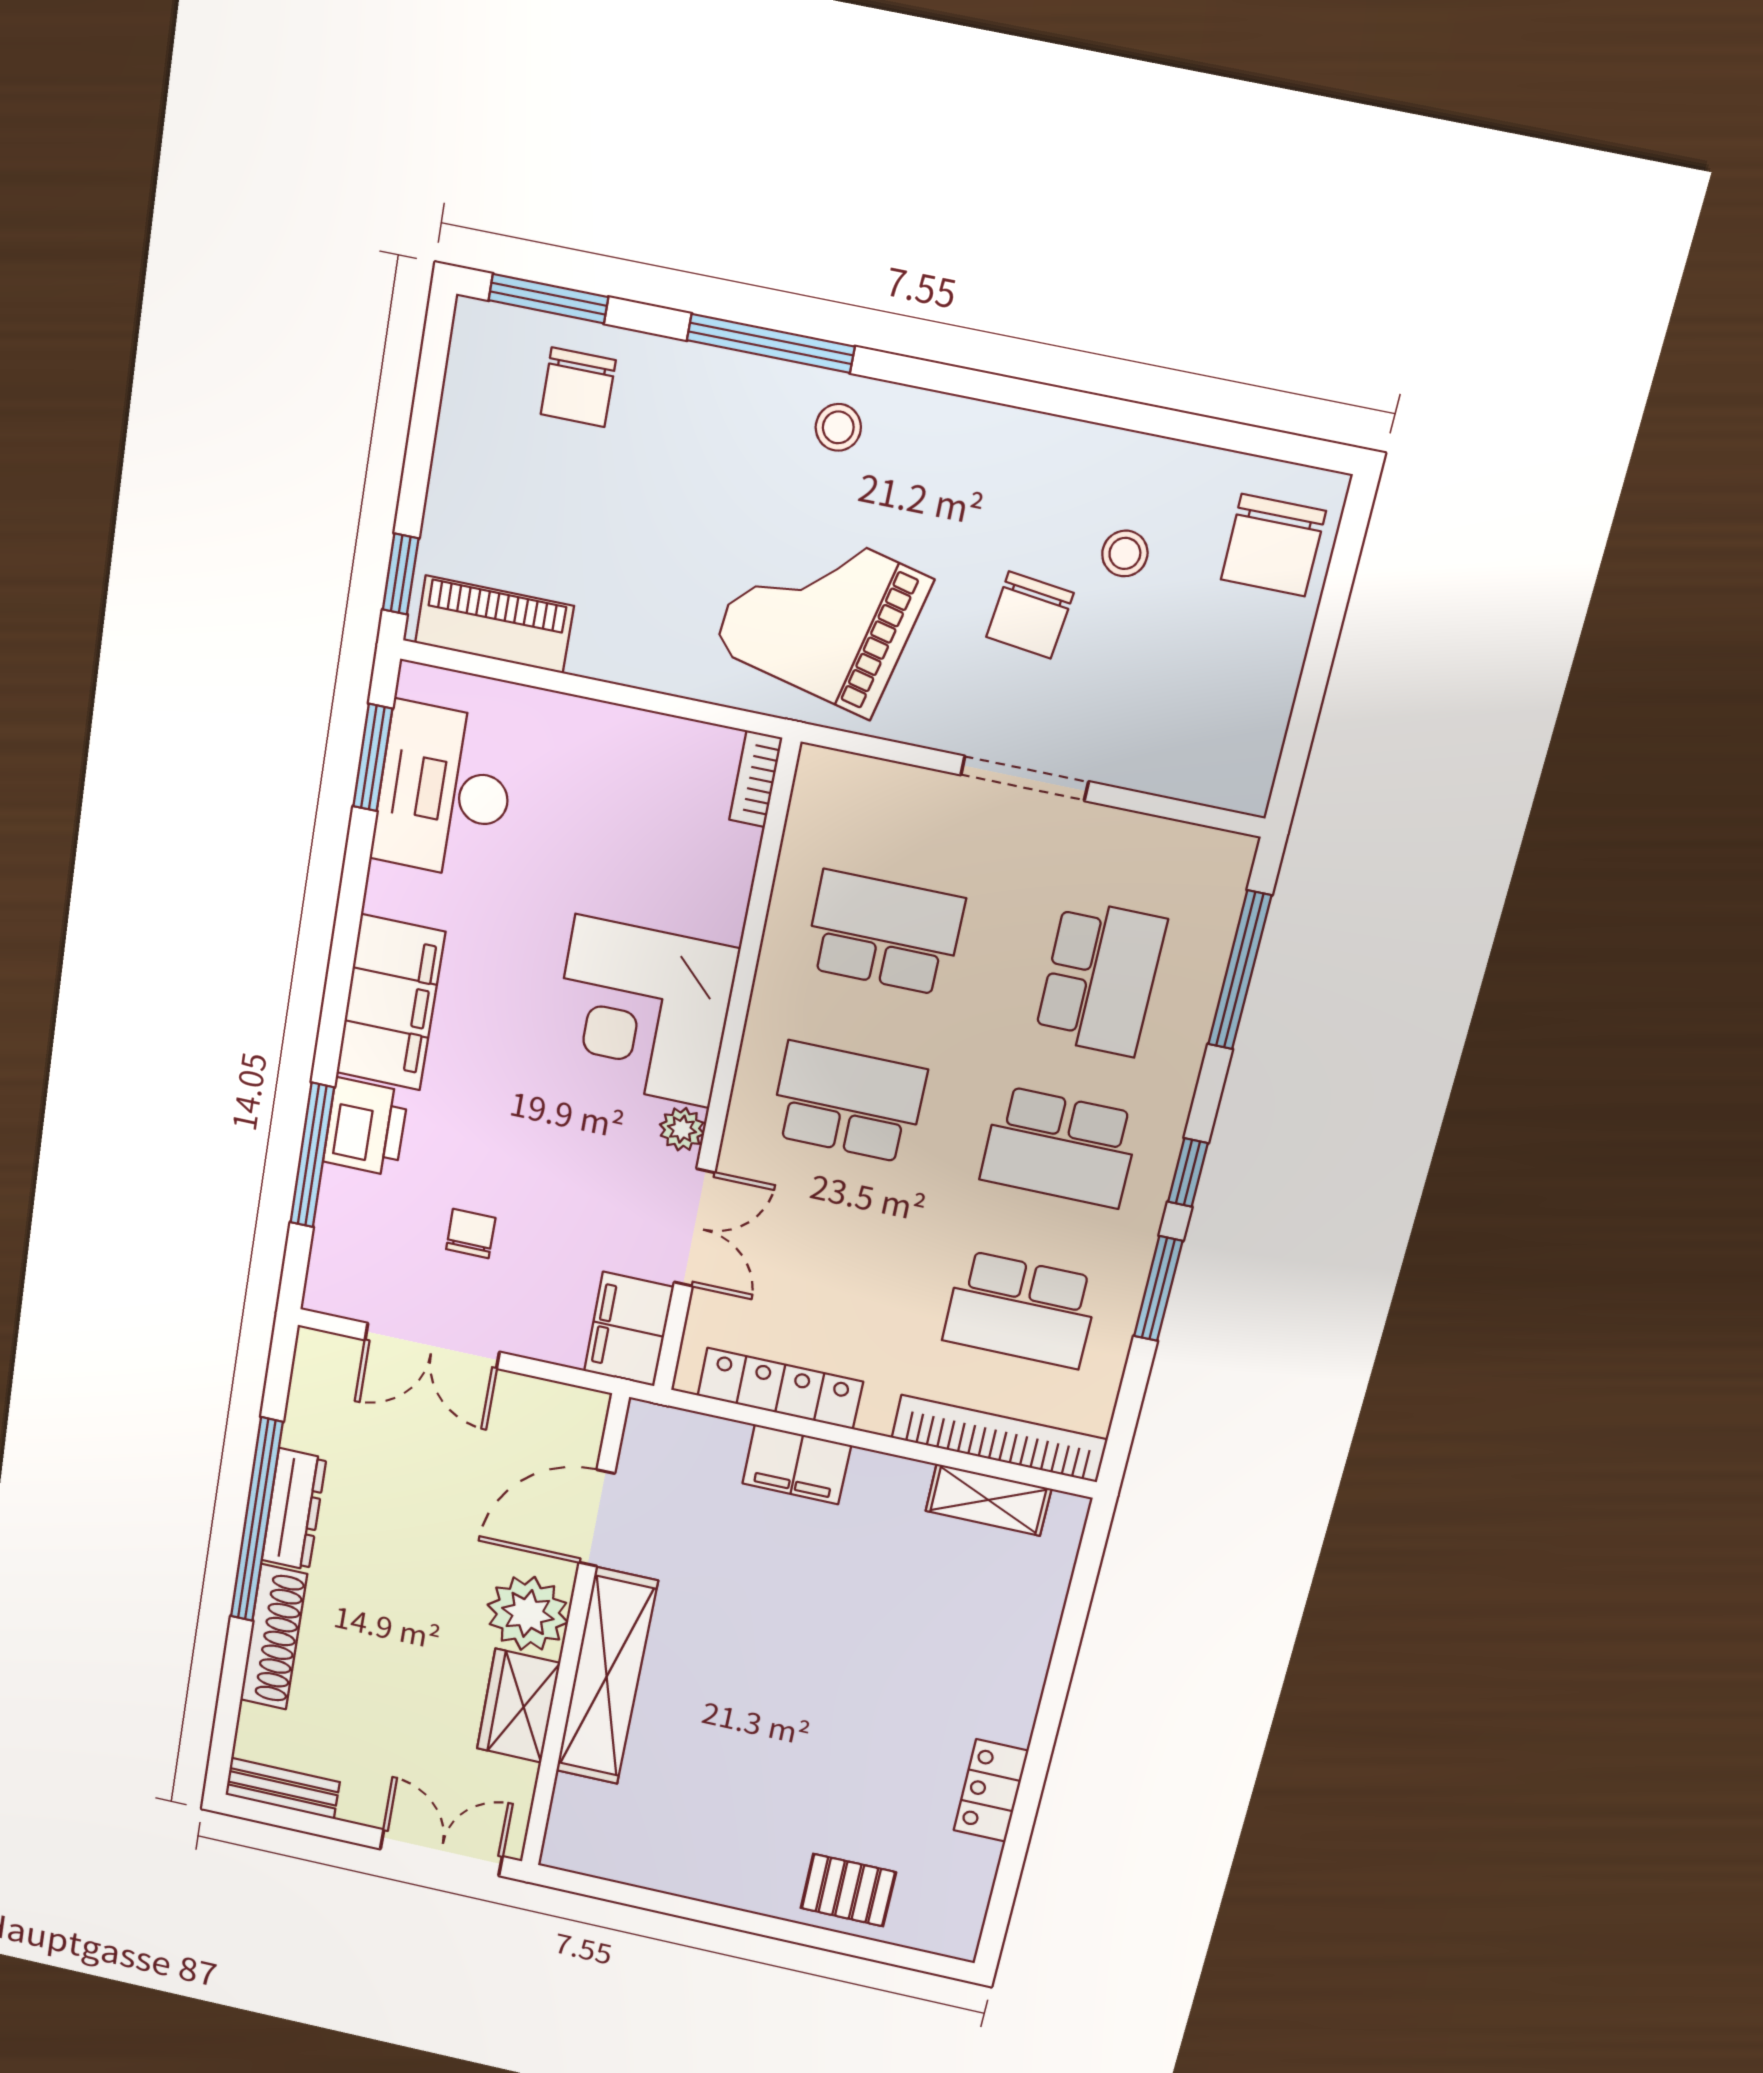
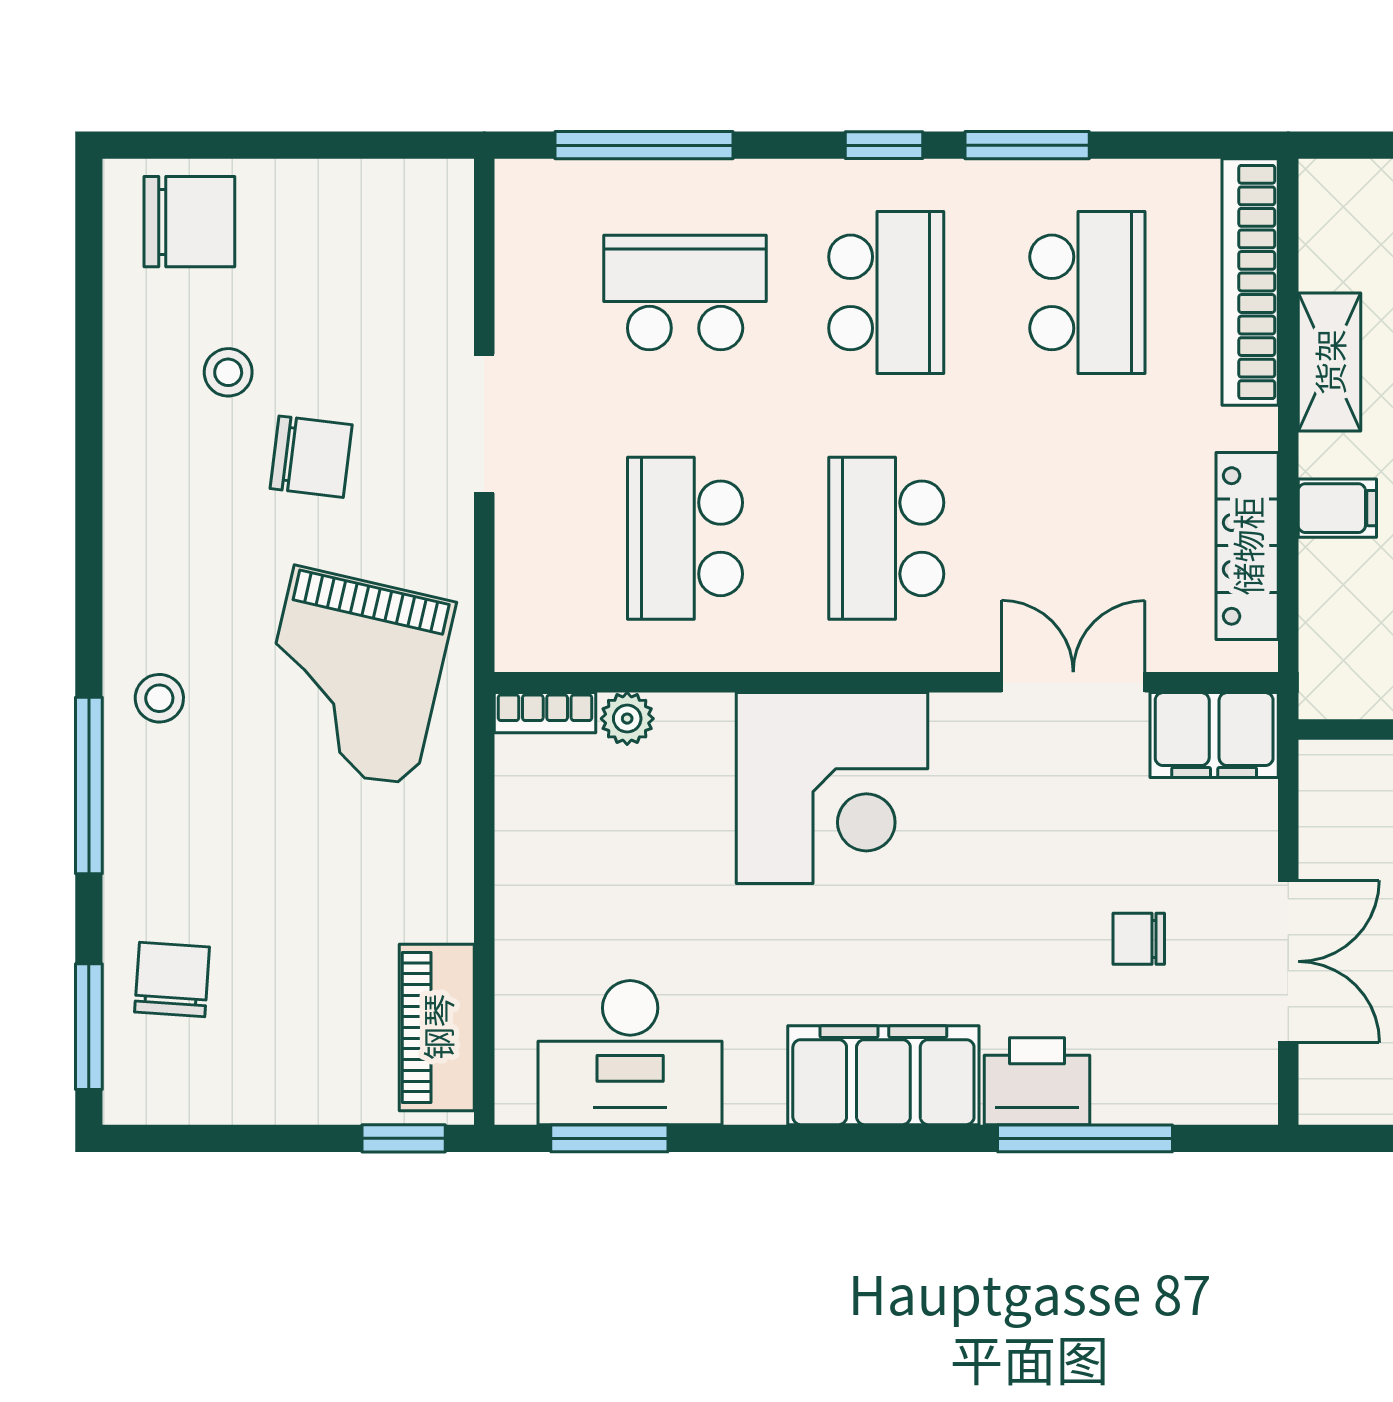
chair: (578, 387) -> (172, 980), turned -86
plant: (682, 1129) -> (627, 719), moved
filing cabinet: (797, 1464) -> (1337, 508), width x0.50
shelving: (988, 1500) -> (1329, 362), moved

